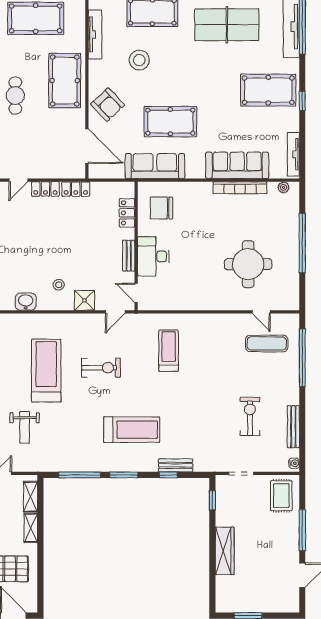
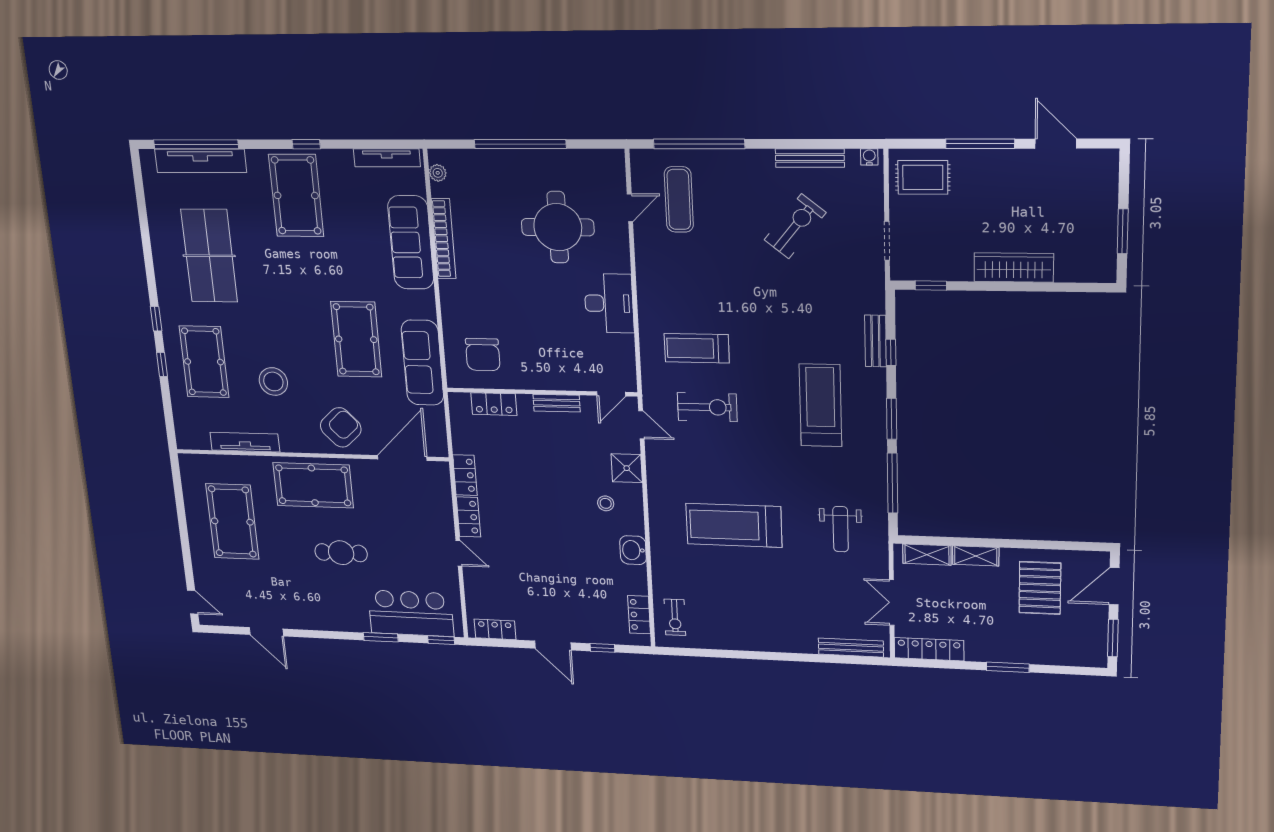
desk: (153, 256) -> (609, 303), moved, turned -90
exercise bike: (101, 368) -> (707, 407), moved, turned 90
exercise bike: (250, 416) -> (795, 226), turned 129
weight bench: (25, 427) -> (841, 529), moved, turned 90

